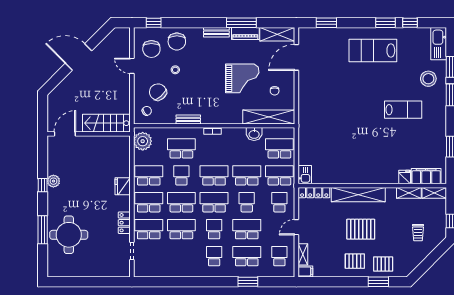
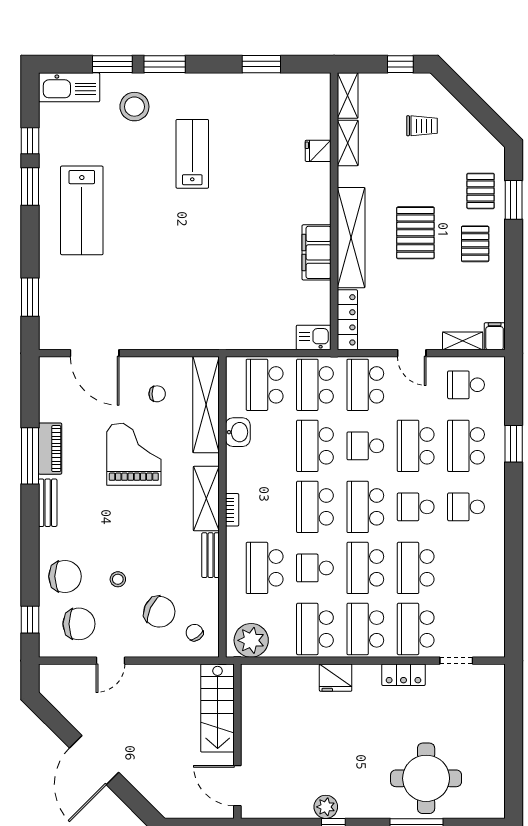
shelving: (277, 34) -> (206, 499), moved
chair: (158, 92) -> (159, 612), turned -113
filing cabinet: (426, 176) -> (317, 252), moved
school desk: (279, 202) -> (365, 385), width x1.85

